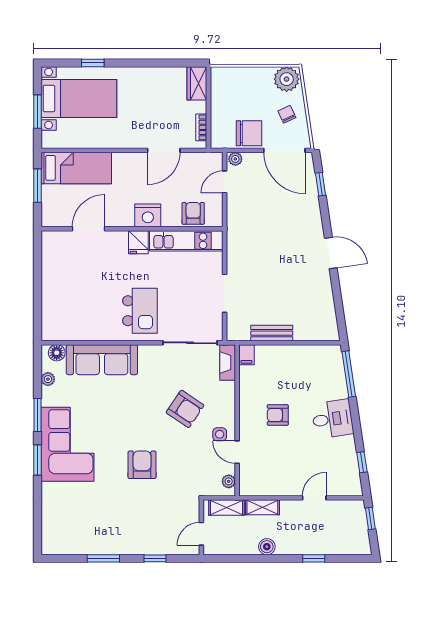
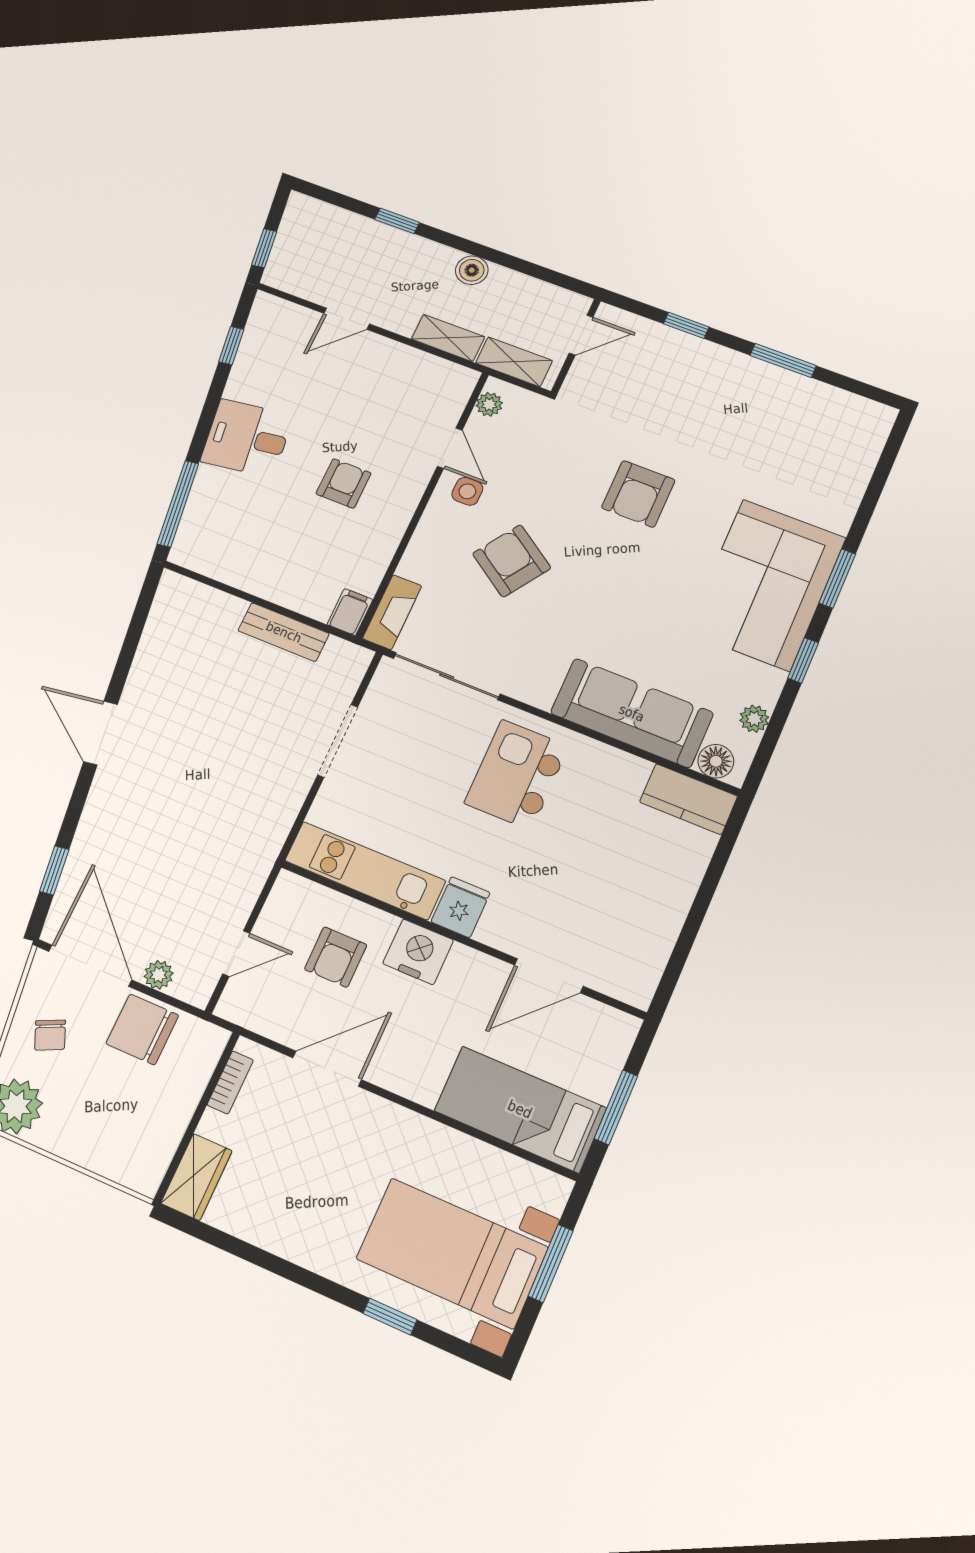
plant: (235, 159) -> (159, 975), moved
armchair: (193, 213) -> (336, 957), moved
kitchen counter: (61, 331) -> (689, 799), added
window: (37, 415) -> (803, 660), width x0.67
armchair: (278, 415) -> (344, 483), turned -90

